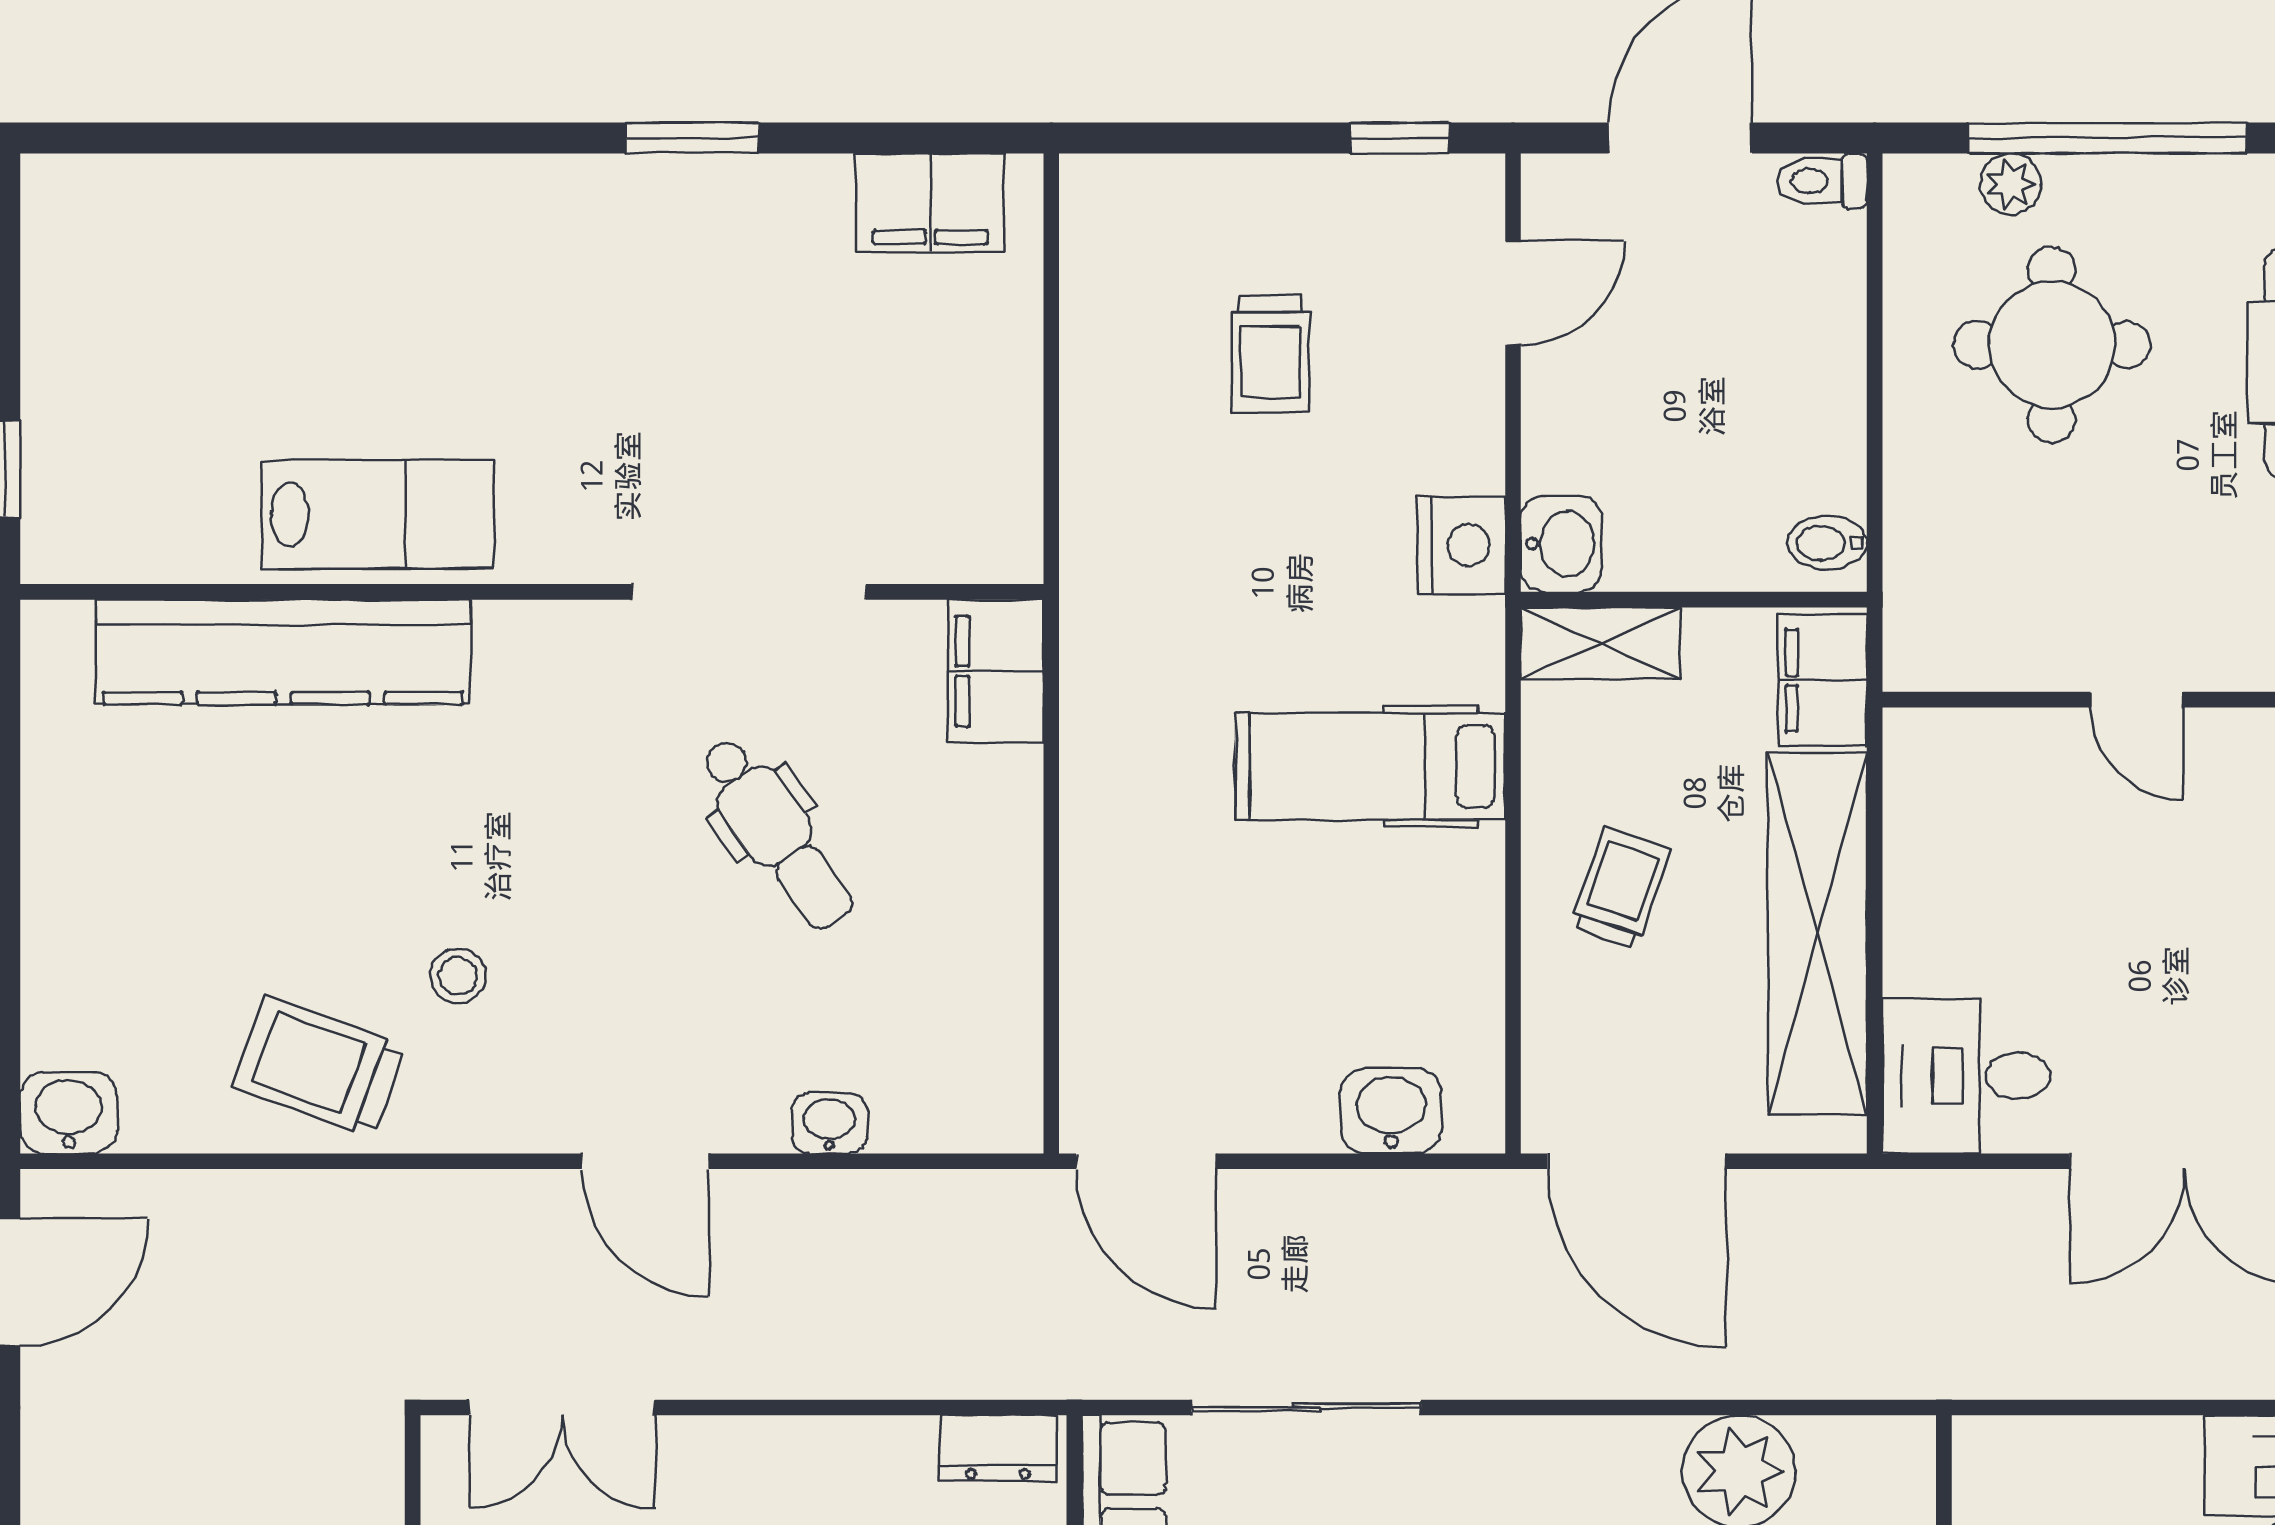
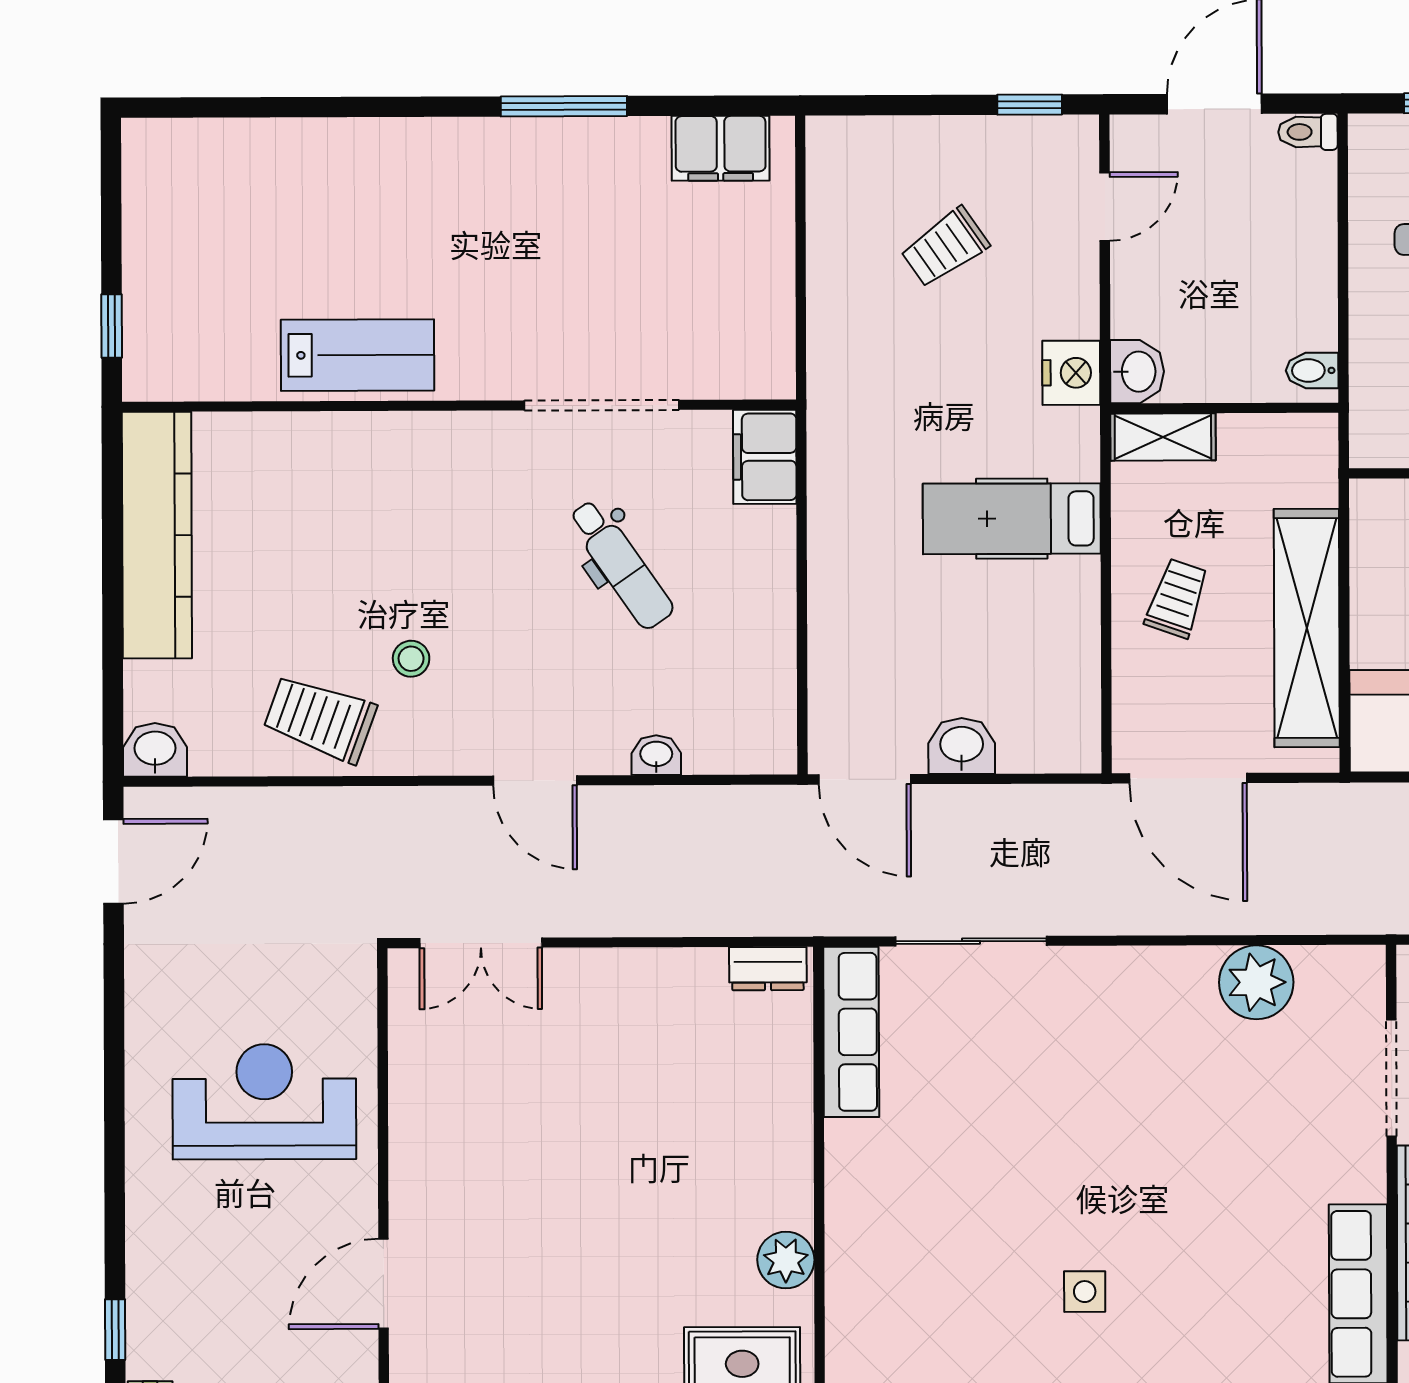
window: (693, 138) -> (564, 106), width x1.44
trolley: (1270, 354) -> (945, 247), turned 55
kitchen counter: (283, 652) -> (157, 535), moved, turned -90
filing cabinet: (1823, 680) -> (1310, 461), removed
washbasin: (1391, 1111) -> (962, 746), moved

